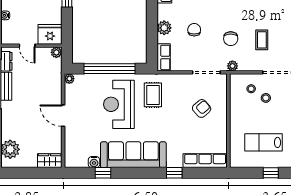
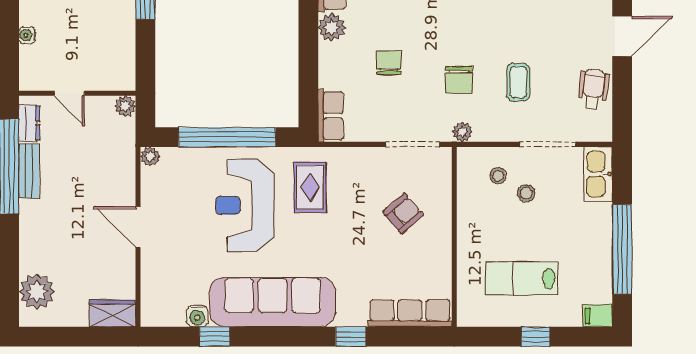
plant: (164, 28) -> (332, 27), moved
fridge: (50, 34) -> (113, 72), removed

